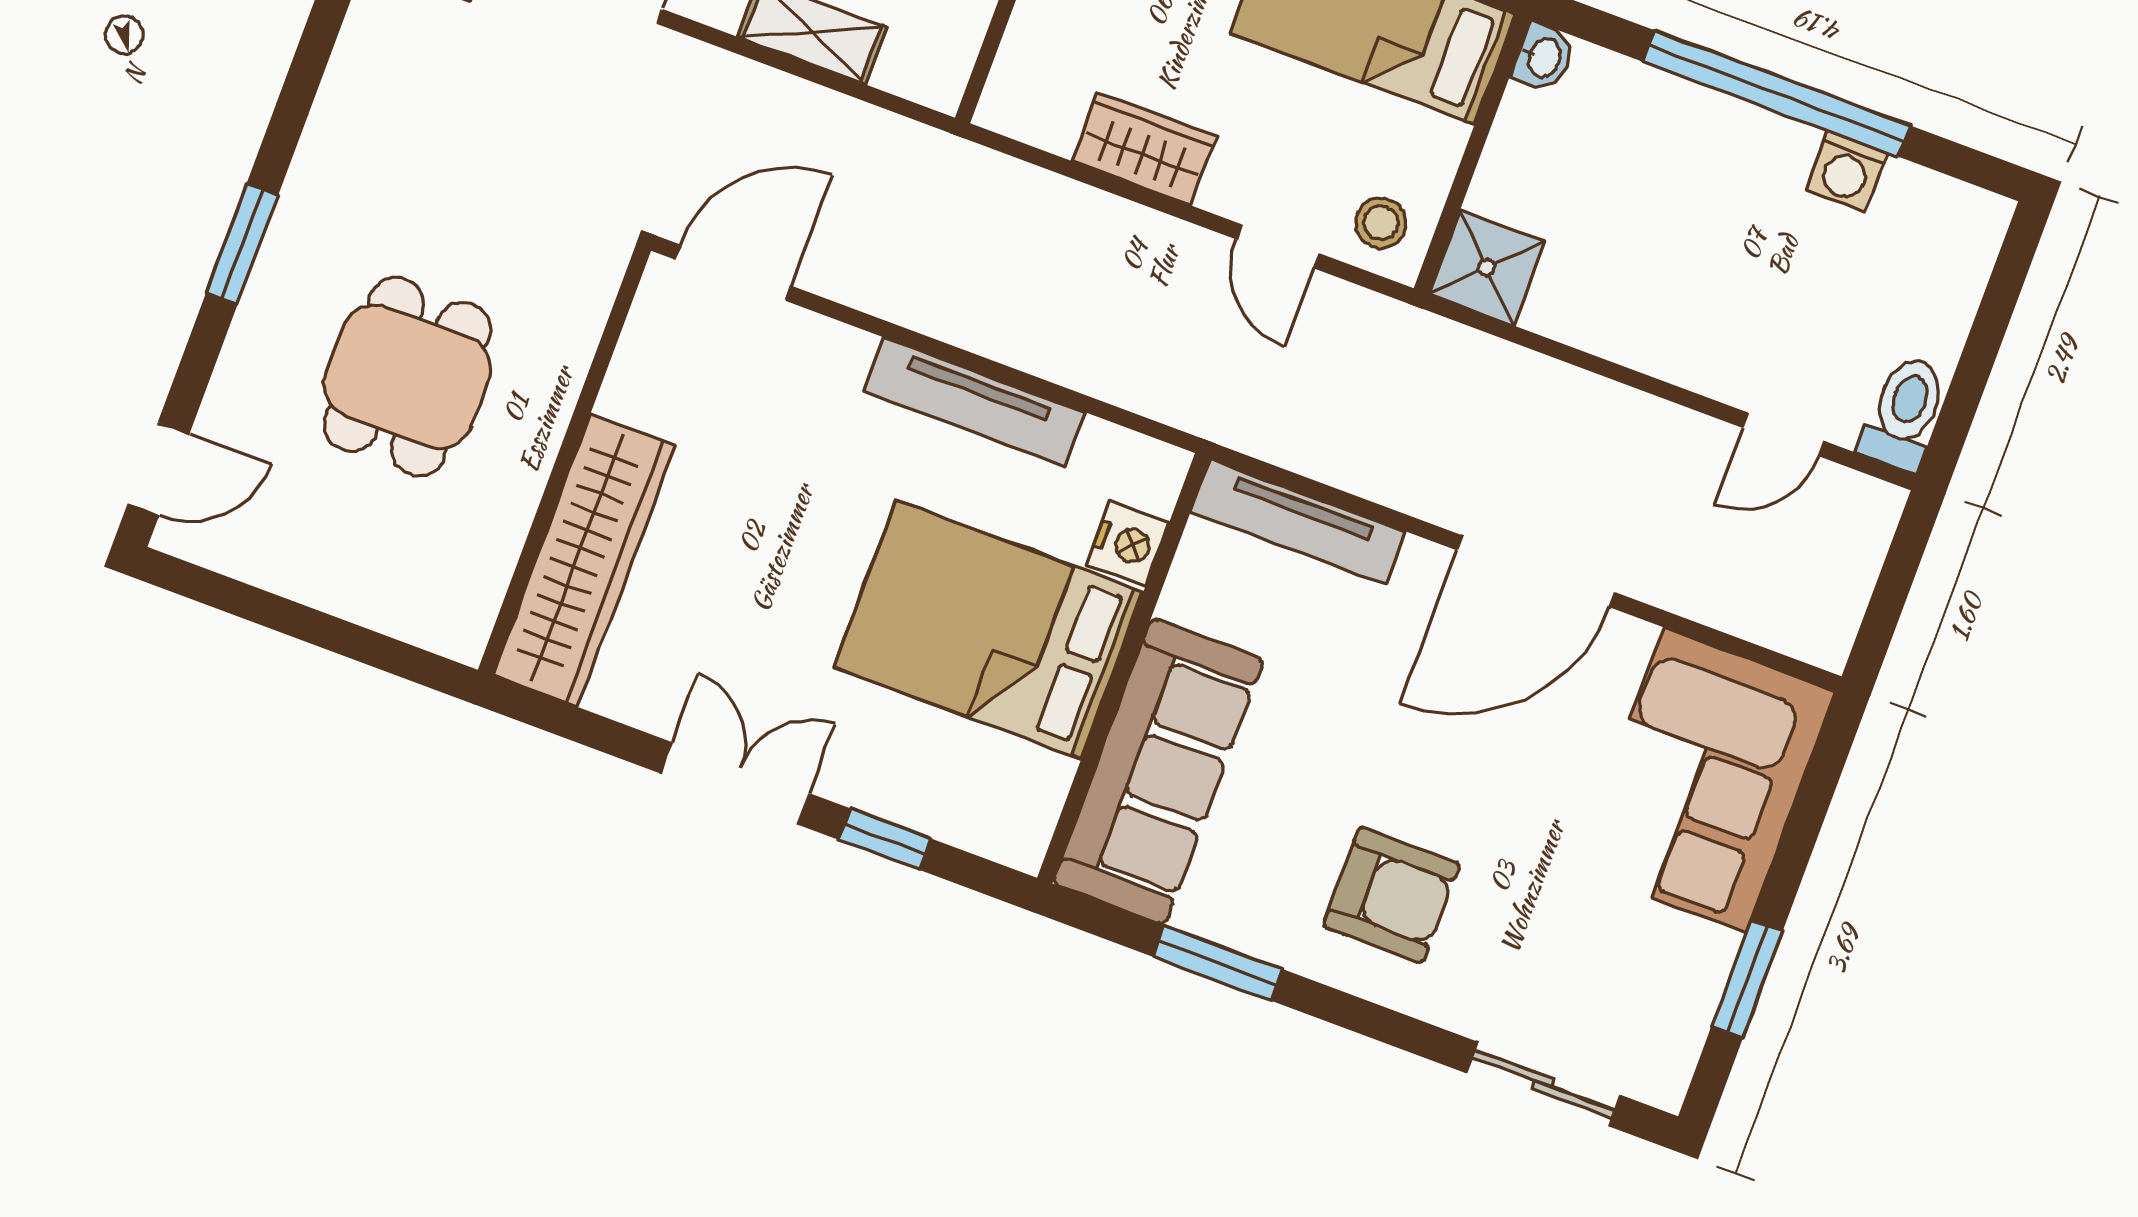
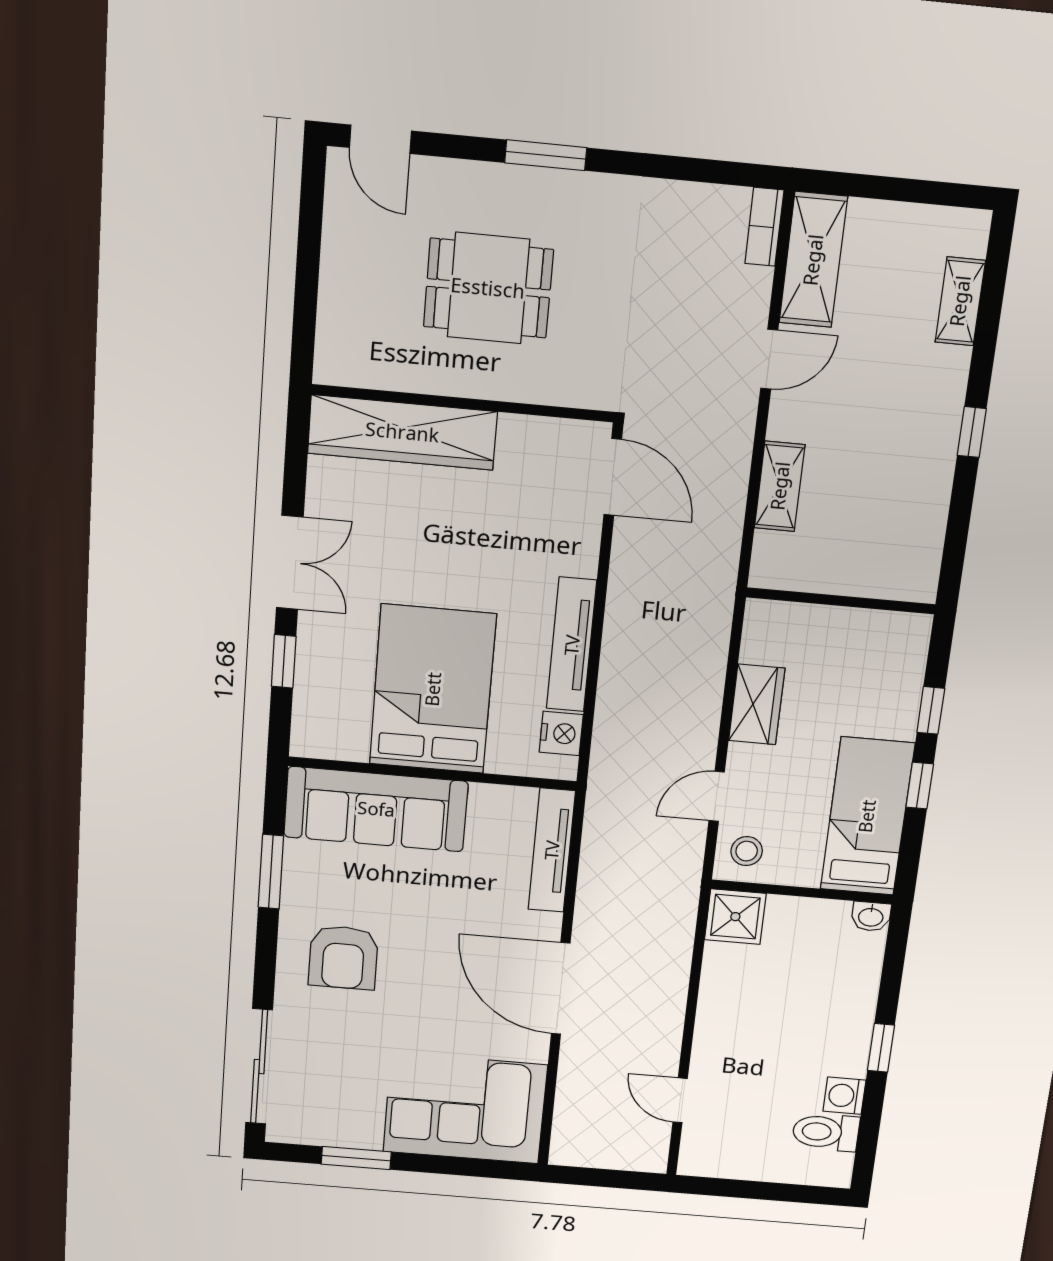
window: (1777, 94) -> (881, 1048), width x0.32
toilet: (1905, 413) -> (826, 1132), moved, turned 180
nightstand: (1128, 544) -> (561, 733), moved, turned -90
sliding door: (1543, 1084) -> (259, 1067), width x1.37

